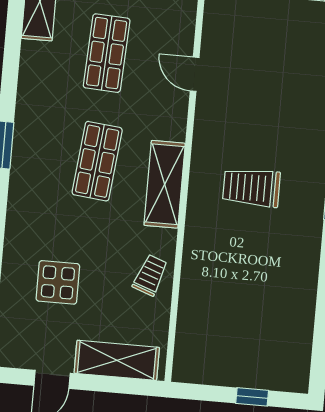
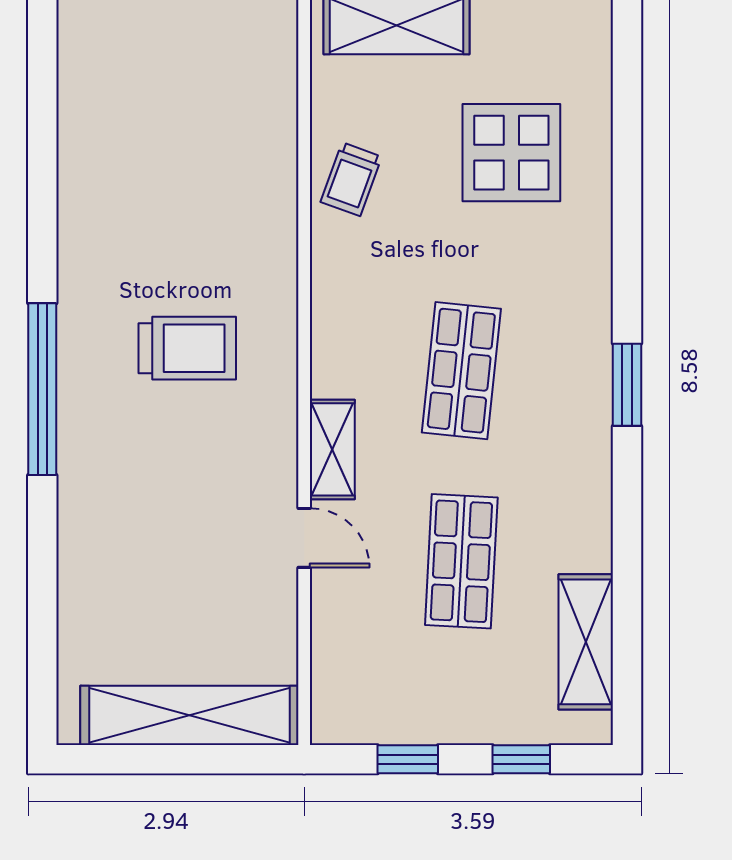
shelving: (165, 184) -> (332, 449), moved, width x0.67, depth x0.75
display table: (58, 282) -> (511, 153), width x1.36, depth x1.36

